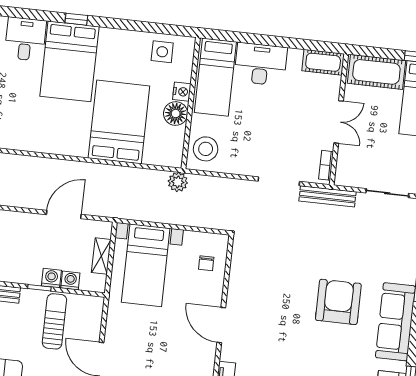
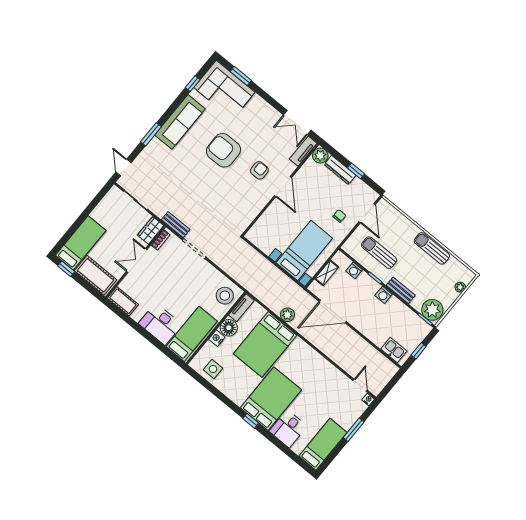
tv unit: (176, 147) -> (241, 308), added
wardrobe: (346, 169) -> (151, 230), added
plant: (178, 182) -> (287, 315), moved
bench: (328, 196) -> (176, 225), width x0.73
door: (64, 214) -> (333, 311), width x1.36
chair: (206, 263) -> (339, 216), moved
washing machine: (51, 278) -> (384, 295), moved
armchair: (338, 302) -> (223, 150), moved, turned 90
sun lounger: (54, 321) -> (379, 253), turned 90
armchair: (262, 326) -> (259, 170), added

